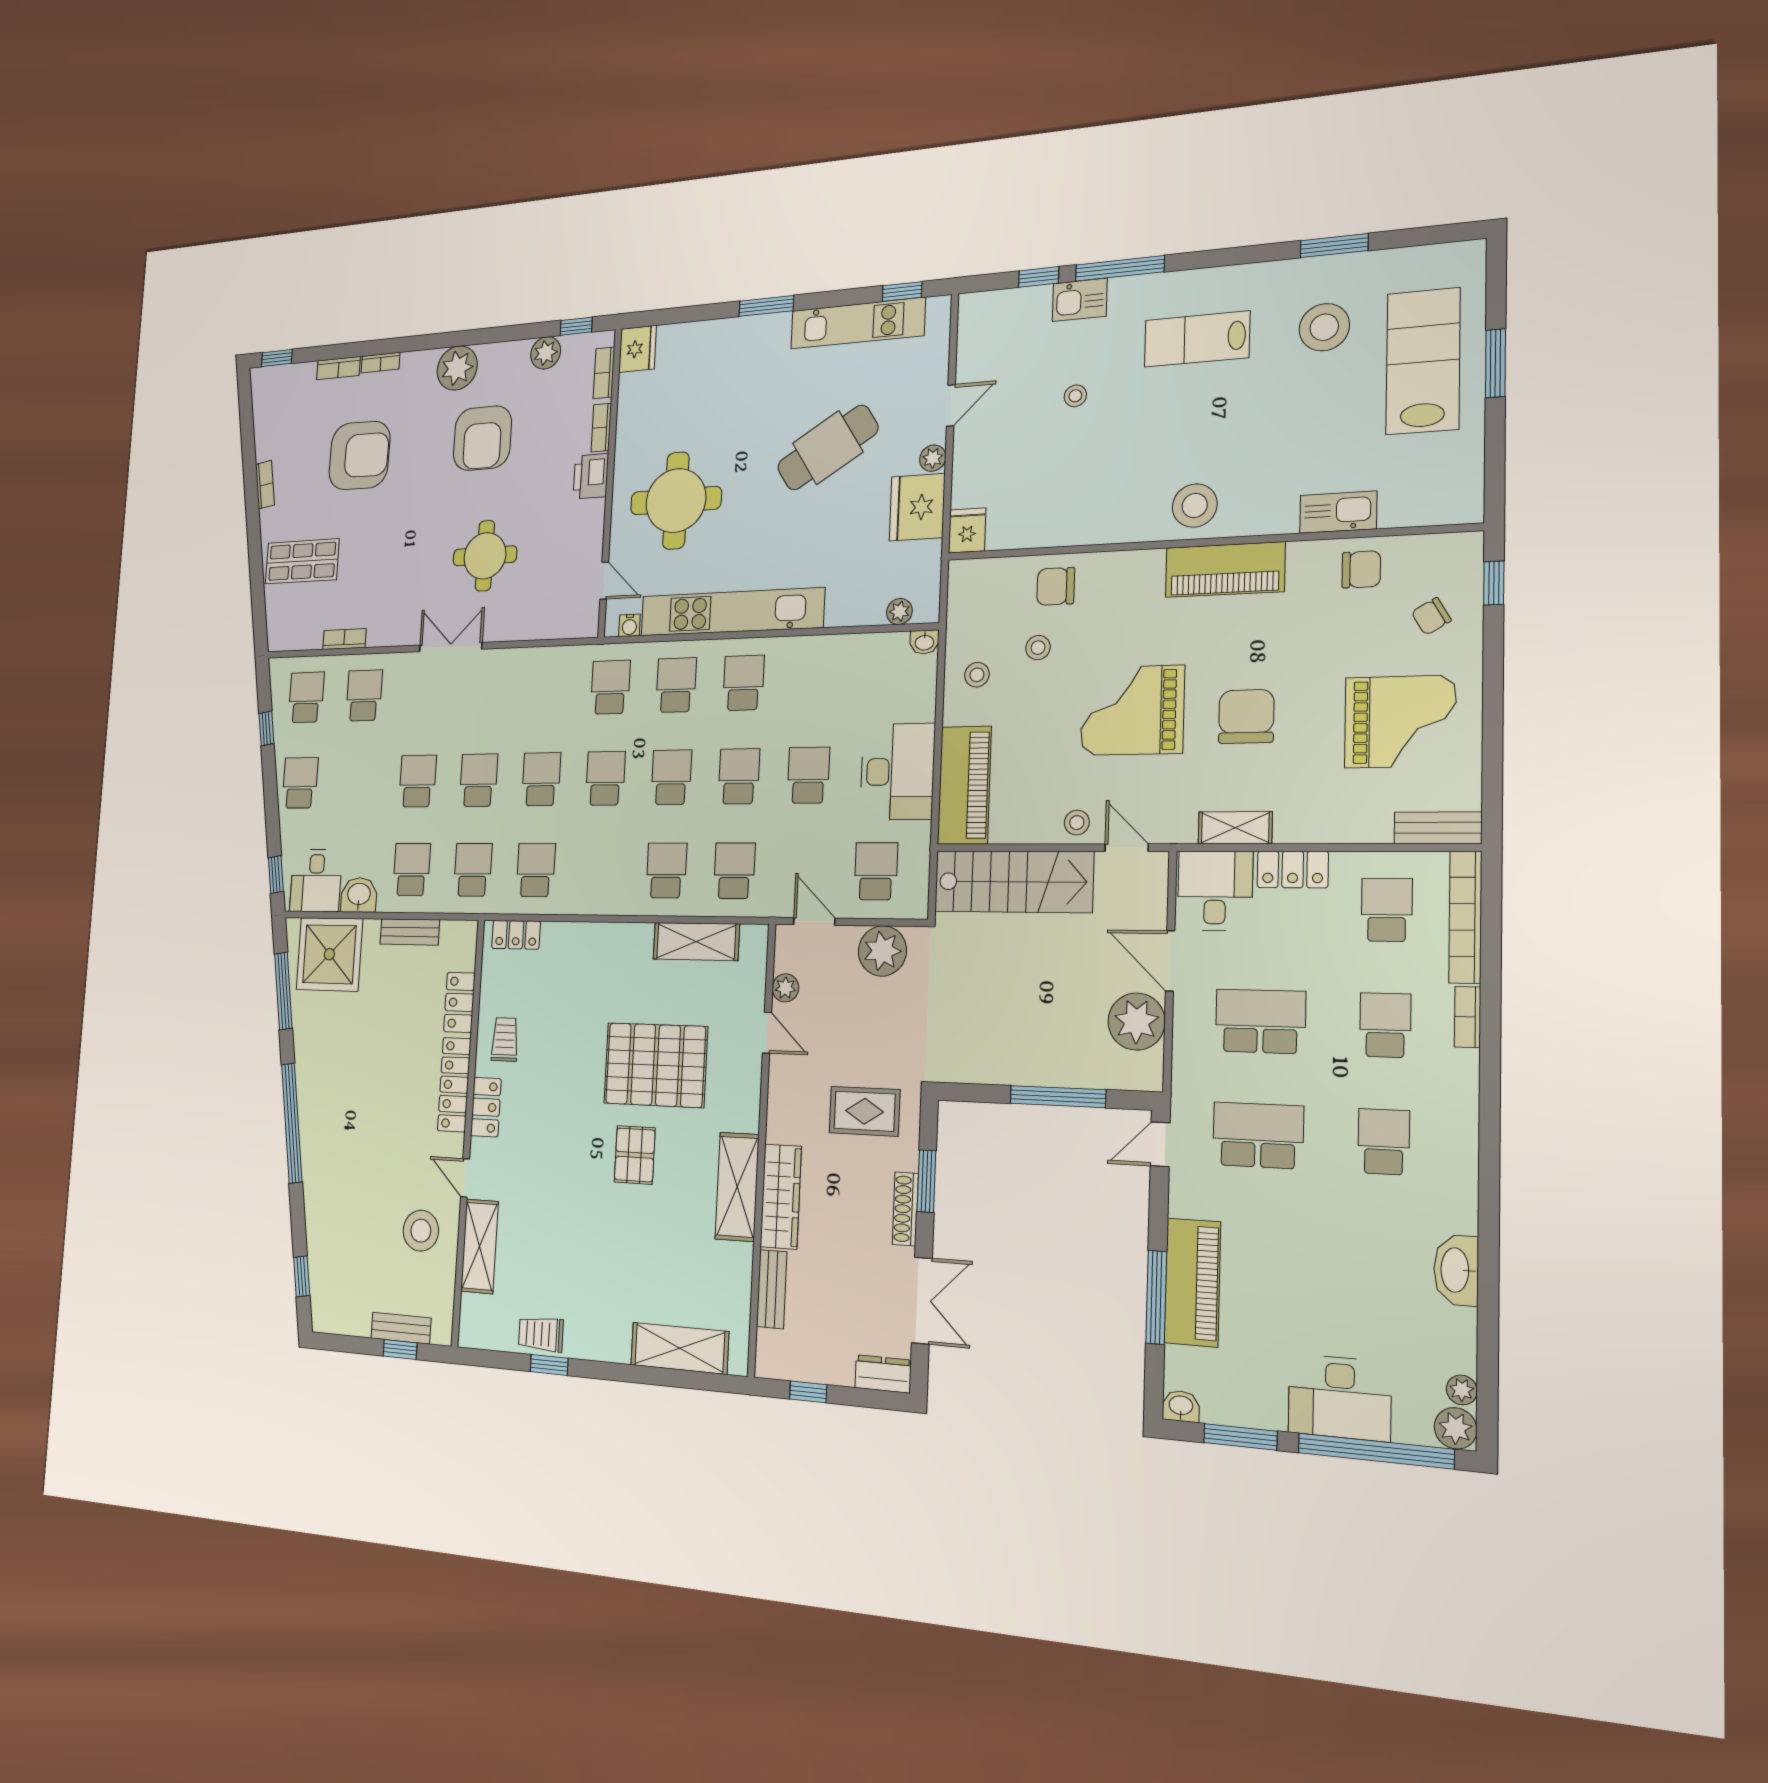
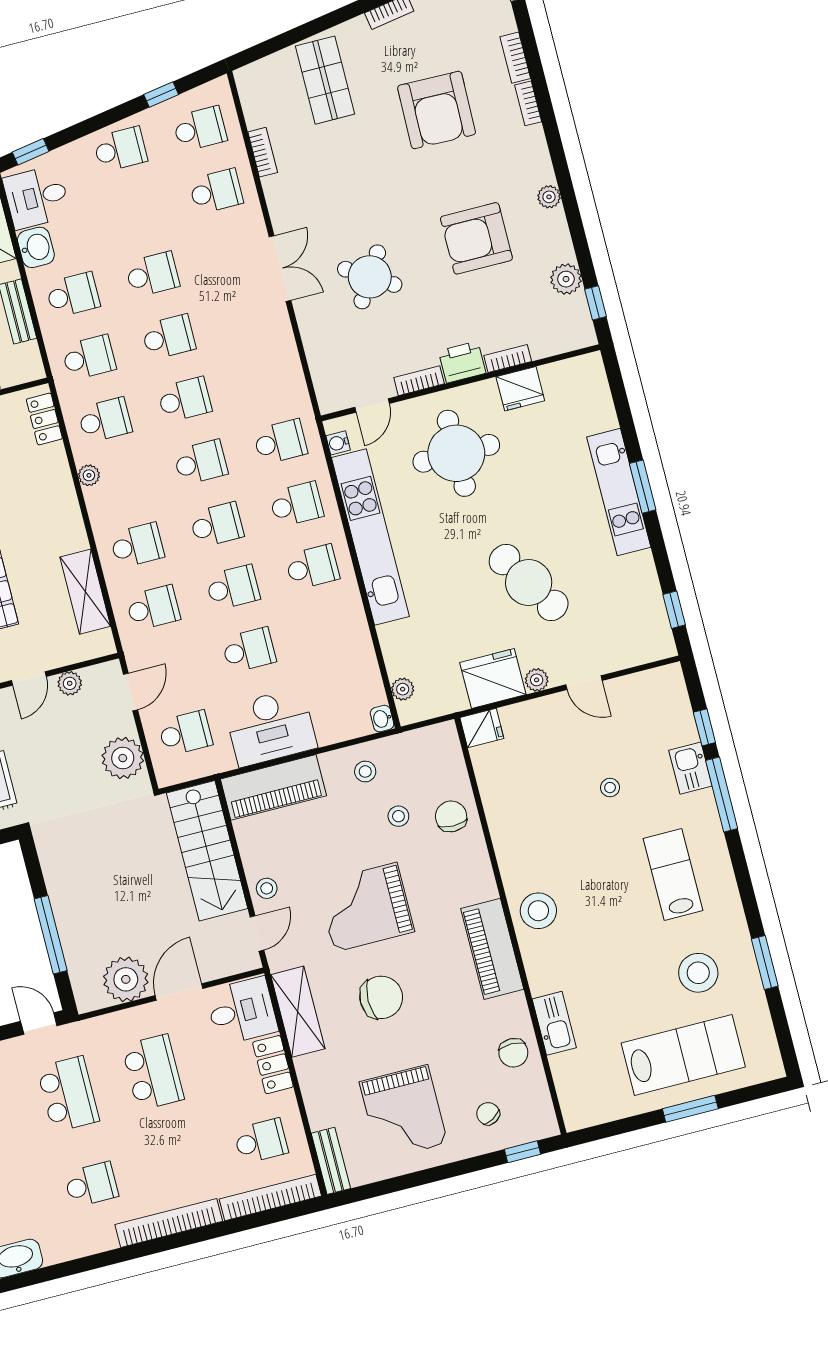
kitchen unit: (858, 323) -> (619, 492), moved
fridge: (638, 349) -> (520, 389), moved
plant: (457, 368) -> (549, 197), width x0.53, depth x0.53
bookcase: (604, 373) -> (419, 381), moved
round table: (485, 556) -> (370, 277), turned 32
grand piano: (1132, 710) -> (366, 907), turned -90
shelving: (1235, 828) -> (298, 1012), width x1.50, depth x1.33
plant: (583, 903) -> (89, 475), added
bookcase: (1468, 1017) -> (169, 1223), width x2.31, depth x1.31
school desk: (1385, 1025) -> (176, 1163), removed

